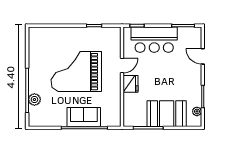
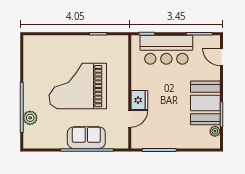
door: (203, 56) -> (222, 57), moved
door: (122, 65) -> (130, 119), moved
booth: (167, 114) -> (205, 103), moved, turned 90

